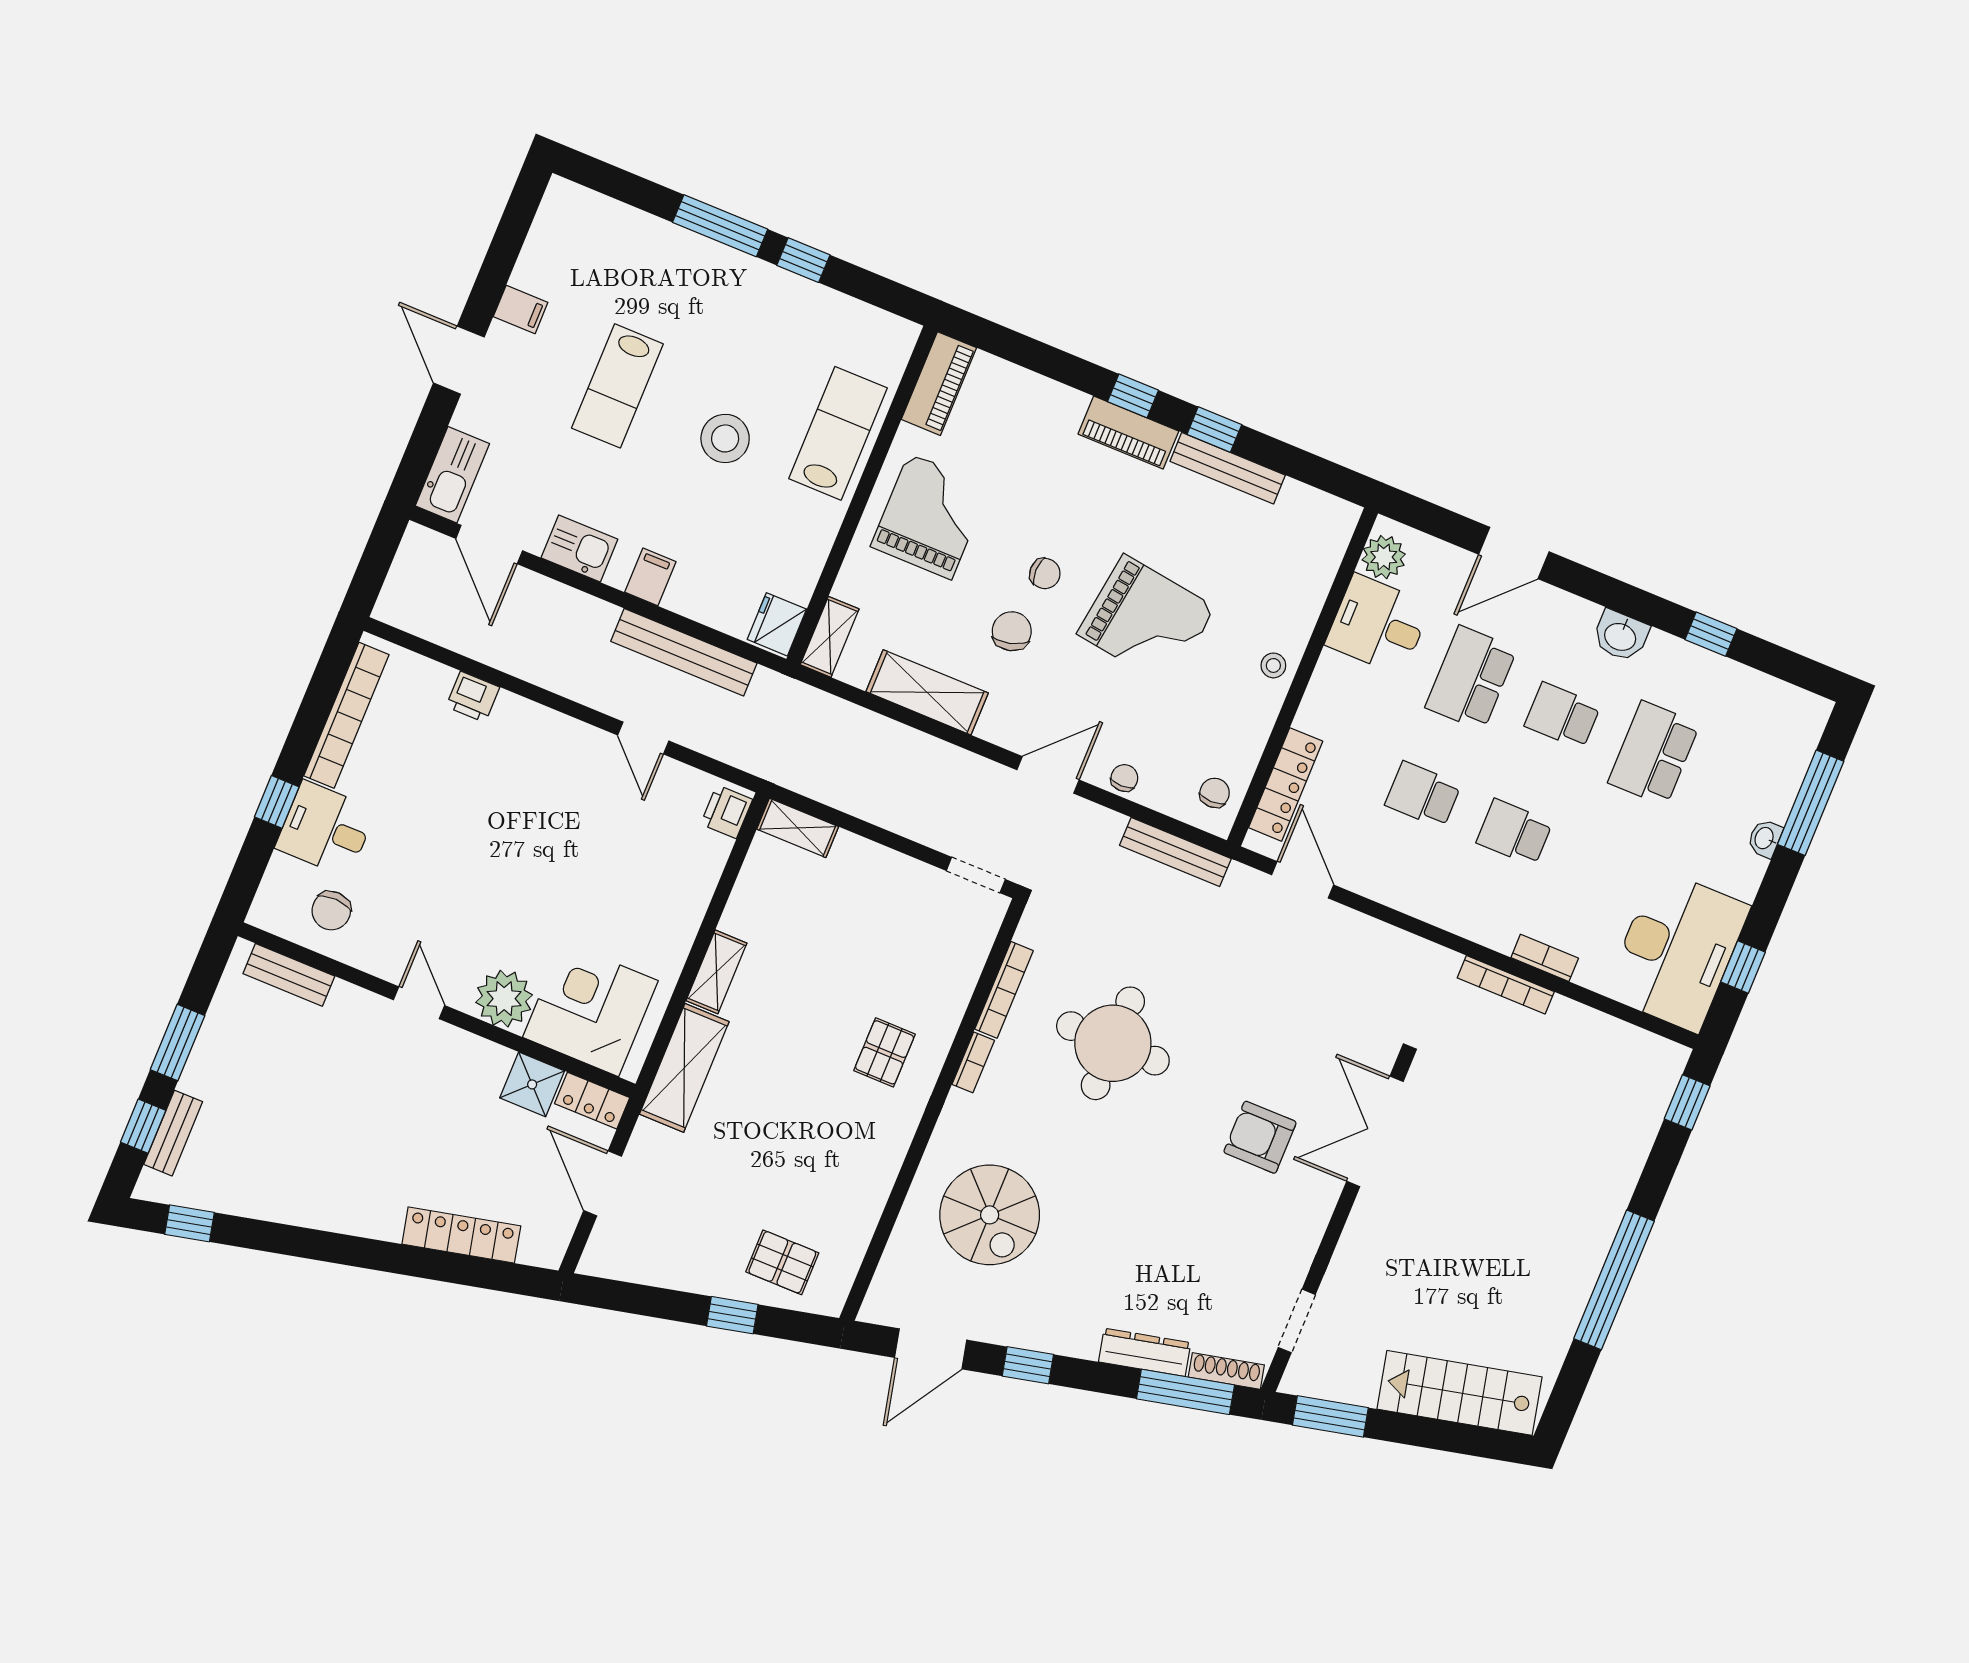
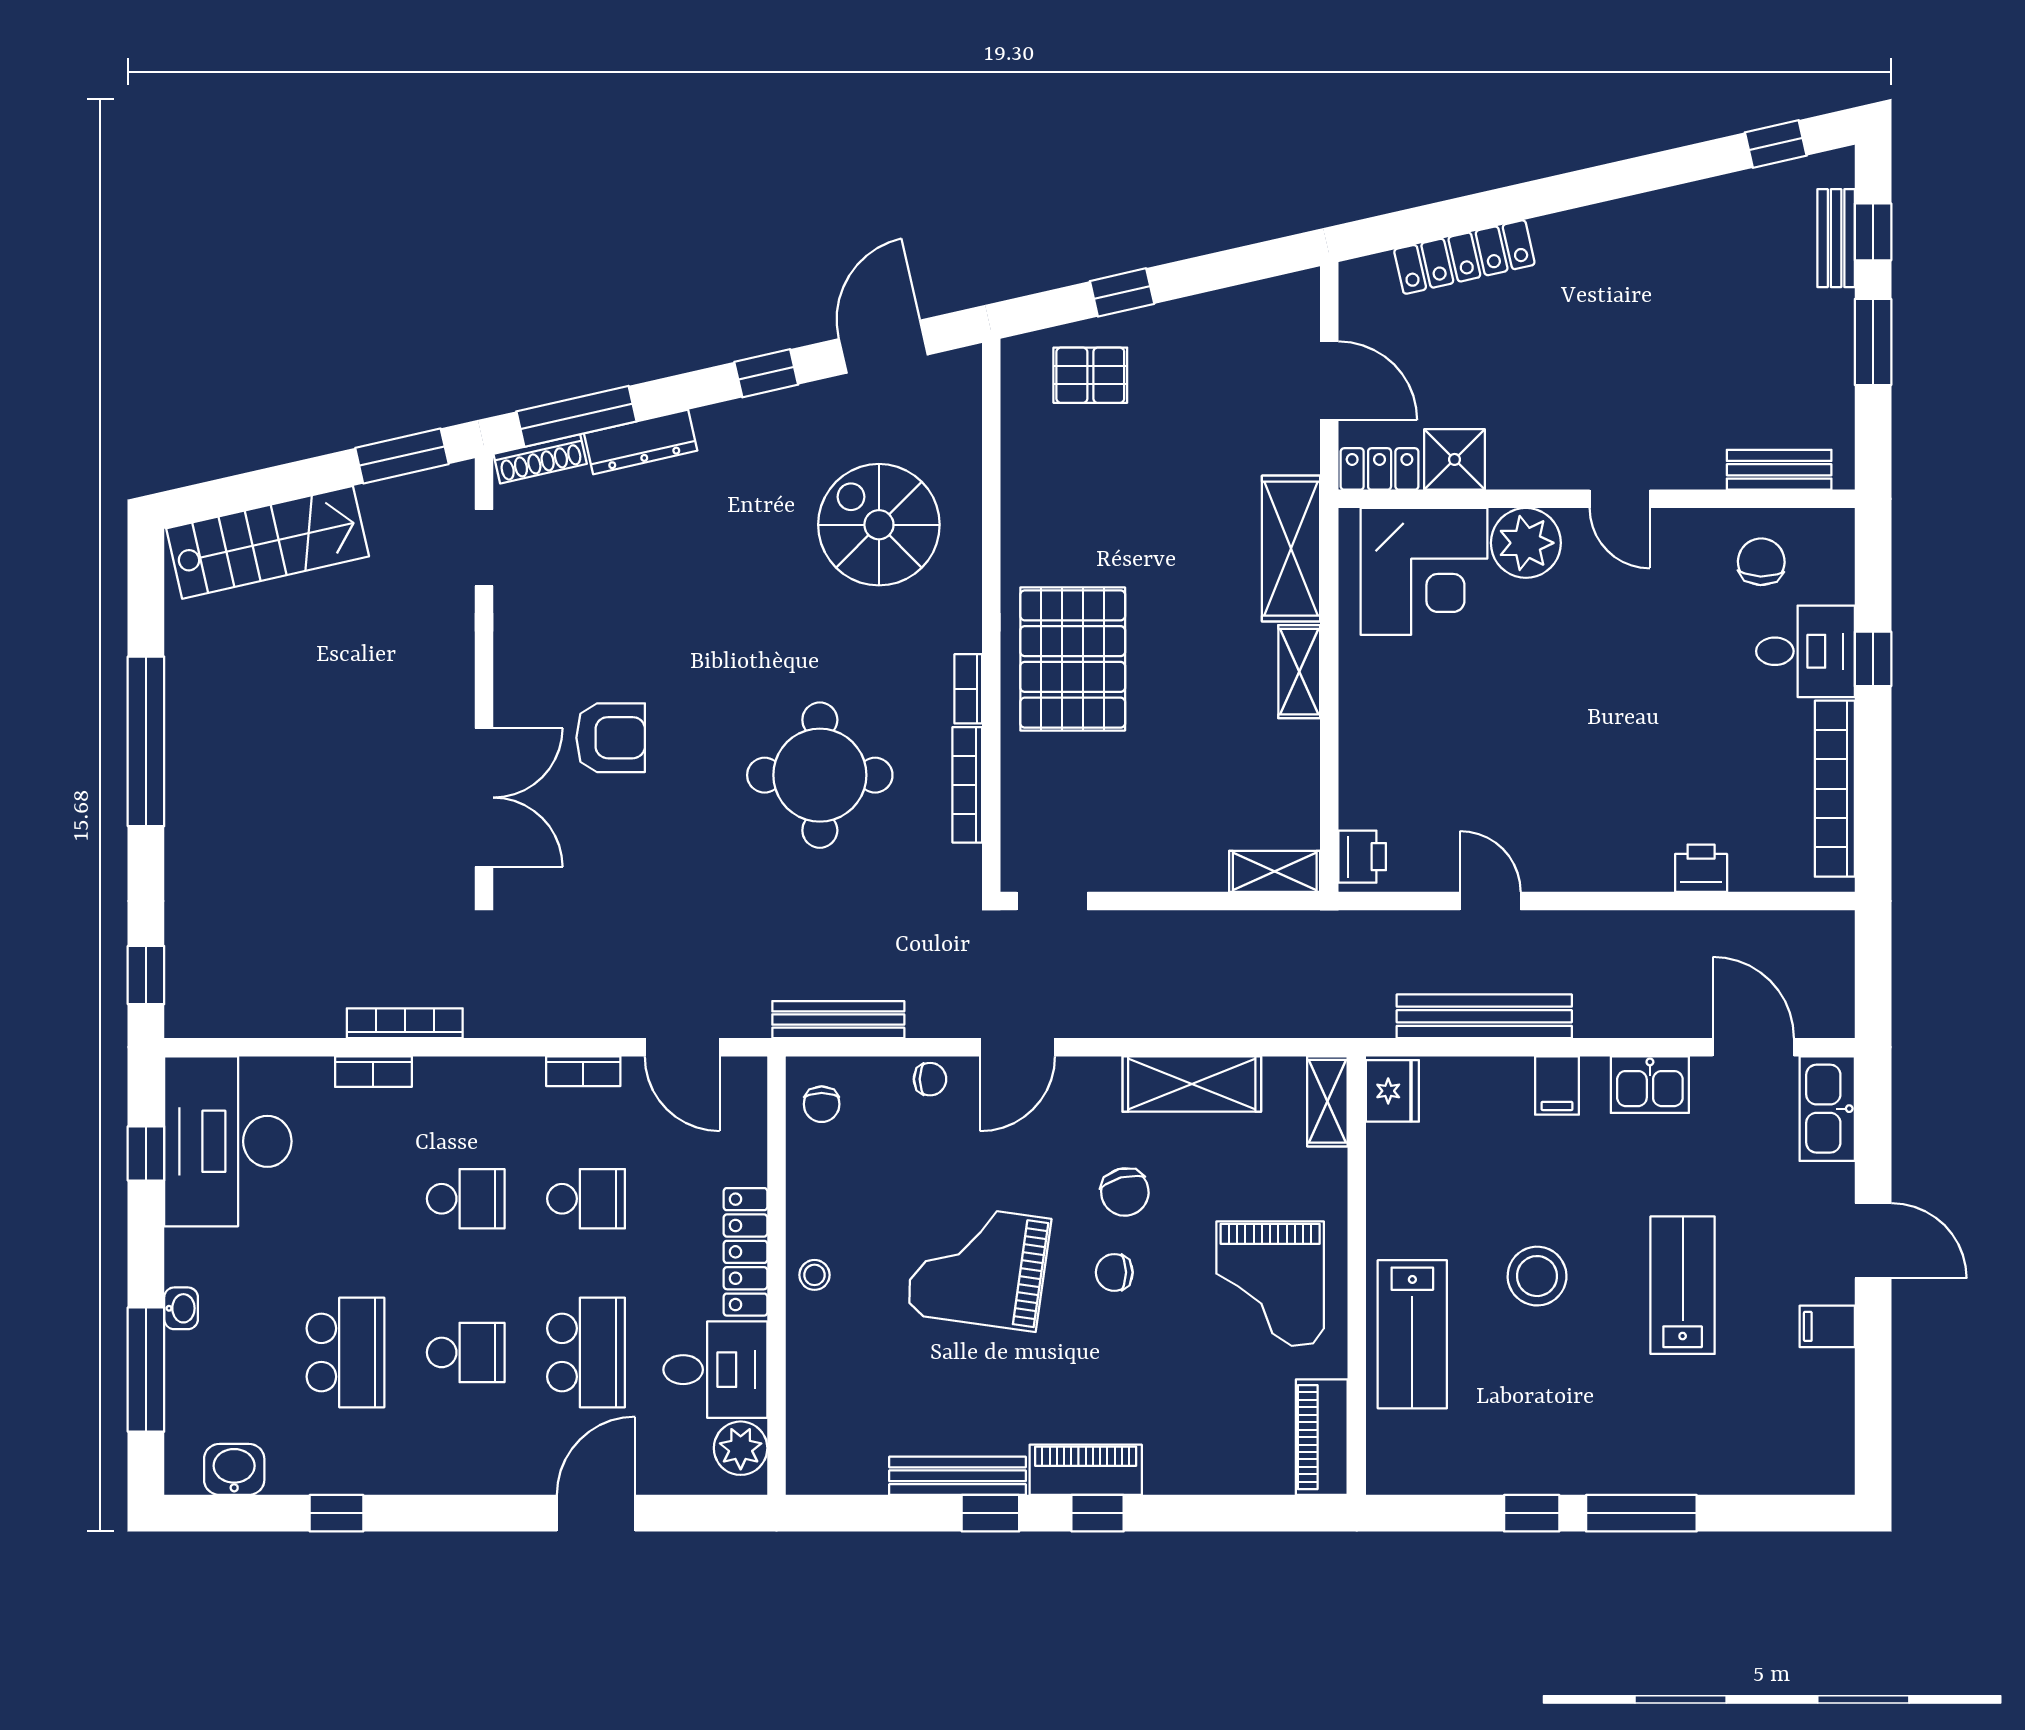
washbasin: (1621, 636) -> (234, 1469), moved
chair: (1124, 778) -> (930, 1079), turned -90
locker: (1286, 784) -> (746, 1252), moved
bookcase: (1385, 893) -> (583, 1071), added
pallet: (885, 1052) -> (1073, 659), width x2.05, depth x2.00

